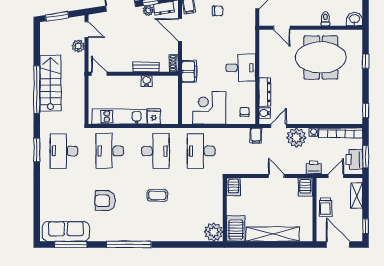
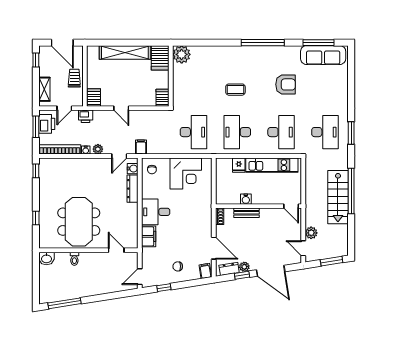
meeting table: (321, 57) -> (79, 222), turned 90
filing cabinet: (189, 72) -> (149, 236), moved, turned 180
plant: (296, 138) -> (98, 149), width x0.53, depth x0.53

